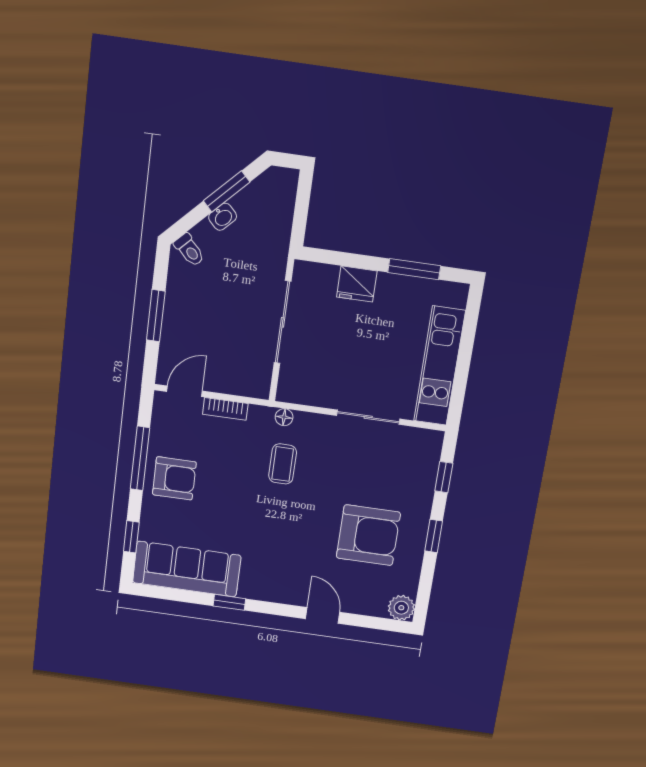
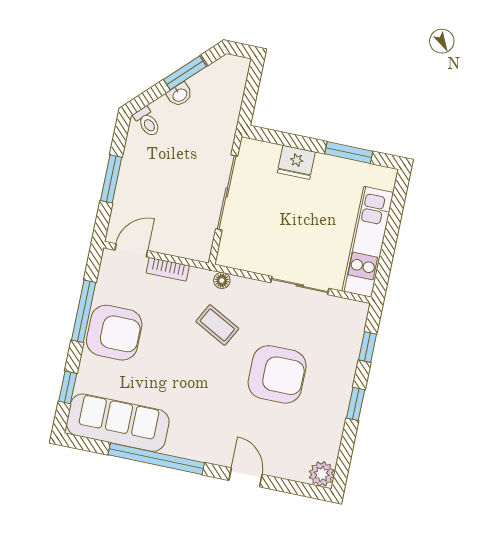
coffee table: (283, 464) -> (217, 325), turned -62
armchair: (174, 478) -> (114, 333), width x1.36, depth x1.36
armchair: (368, 535) -> (277, 374), moved
window: (229, 602) -> (156, 459), width x3.17

